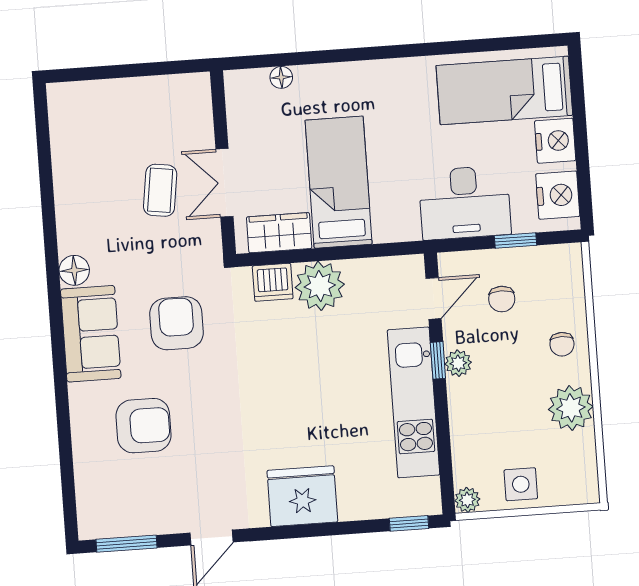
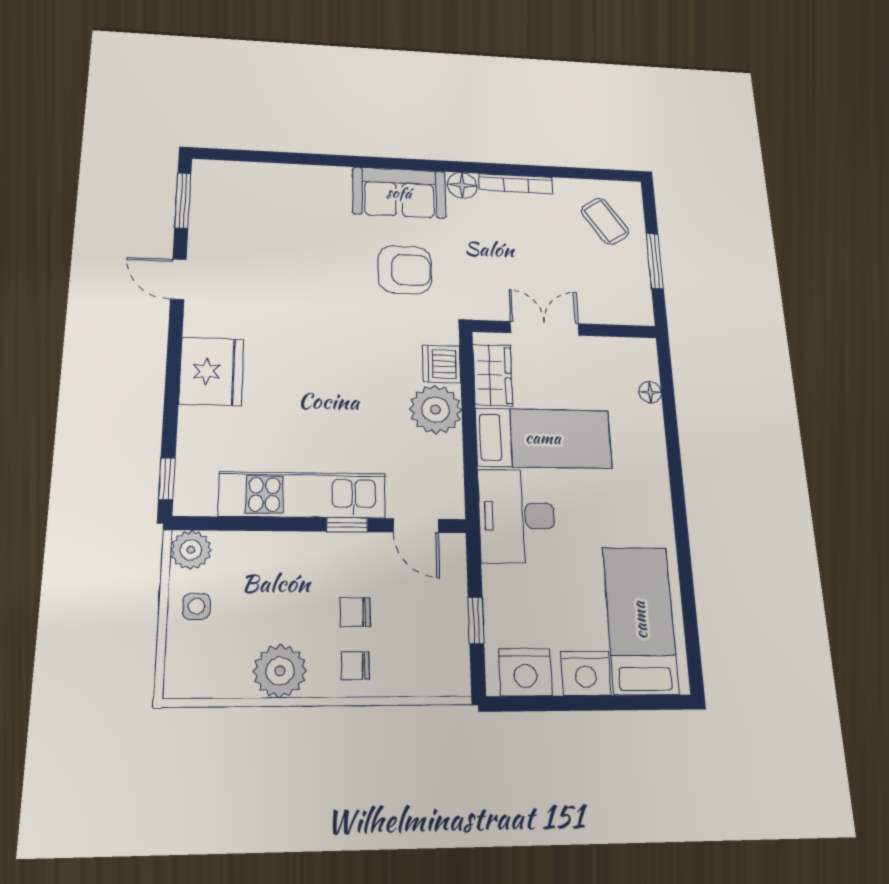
window: (137, 70) -> (655, 261), added
coffee table: (160, 190) -> (605, 221), moved, turned 48
desk: (465, 203) -> (517, 516), moved
bookcase: (65, 215) -> (516, 184), added
chair: (502, 299) -> (355, 612), moved
plant: (458, 363) -> (342, 547), removed
armchair: (143, 426) -> (303, 229), removed
side table: (521, 484) -> (196, 606), width x0.73, depth x0.73
plant: (467, 500) -> (191, 550), width x1.38, depth x1.38

